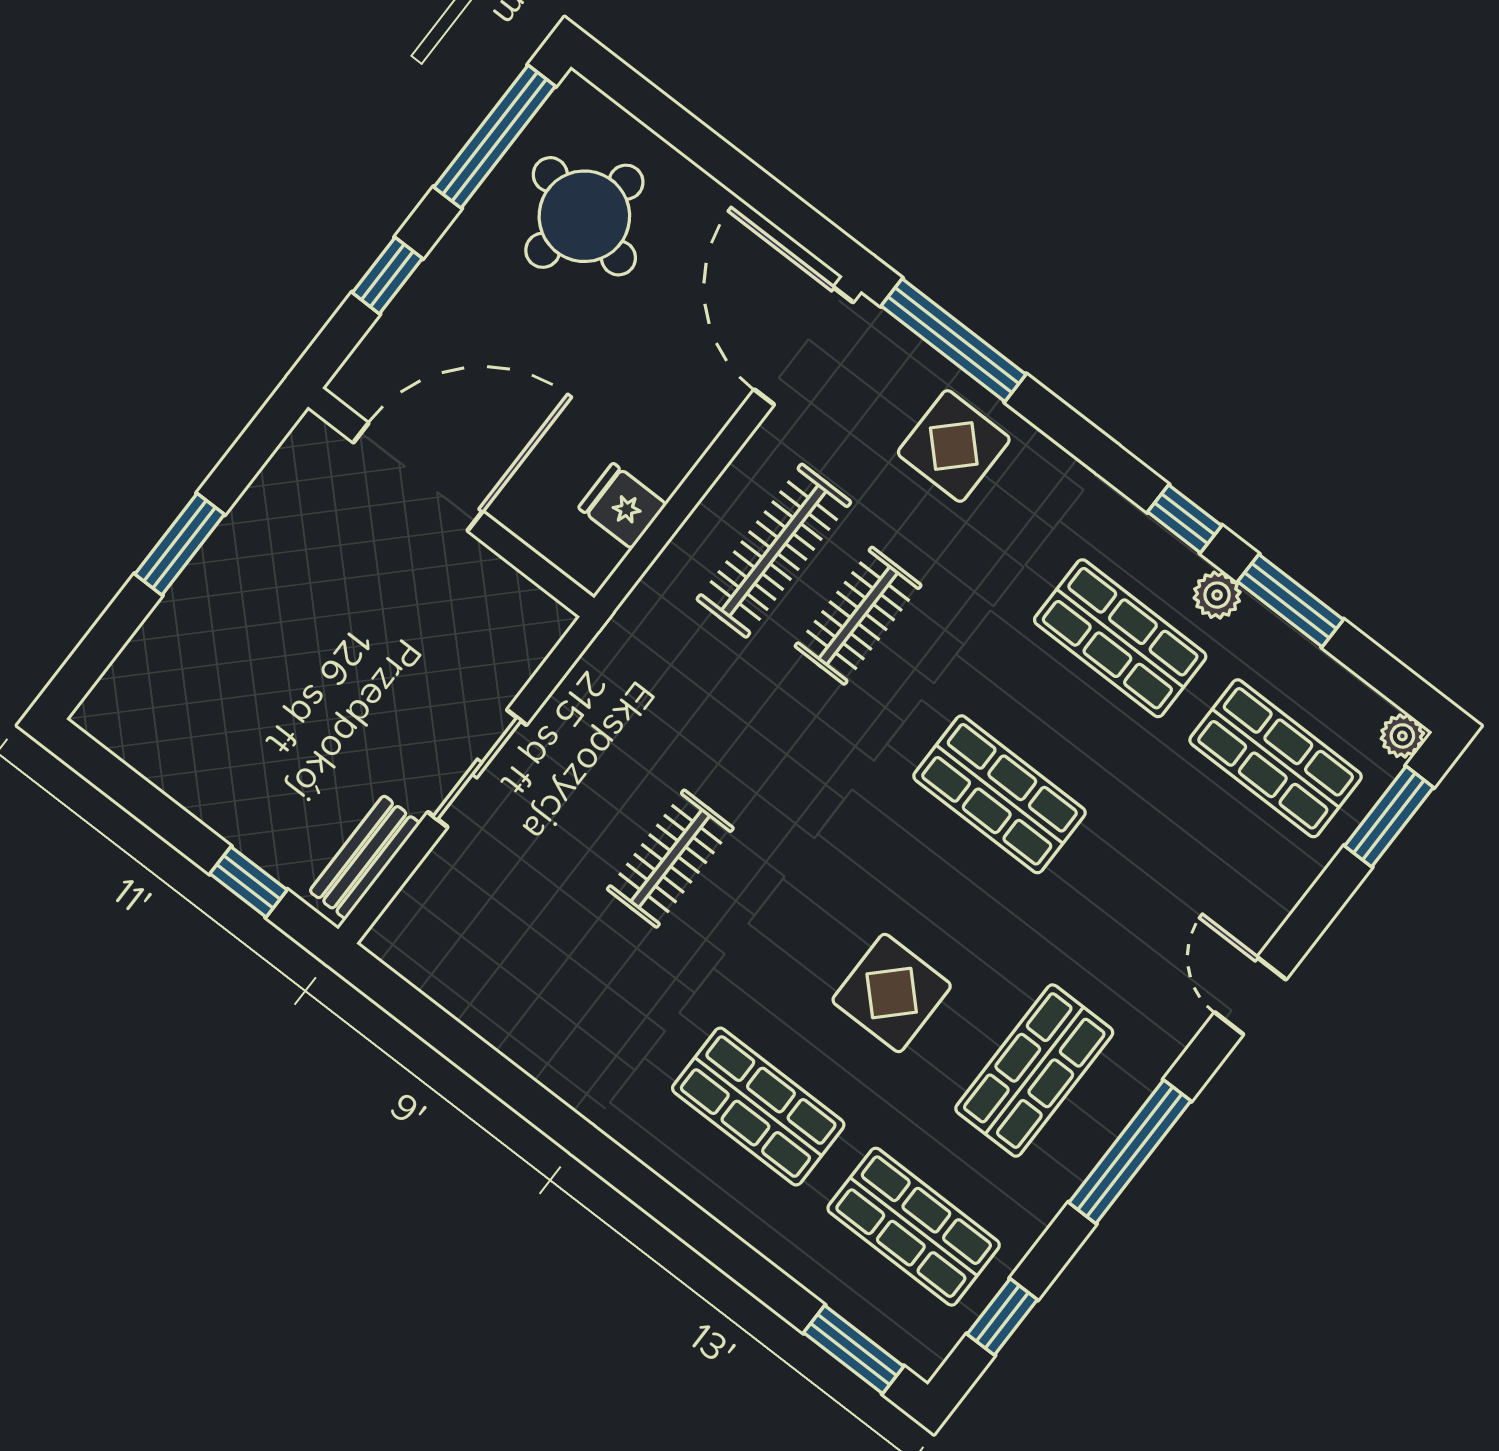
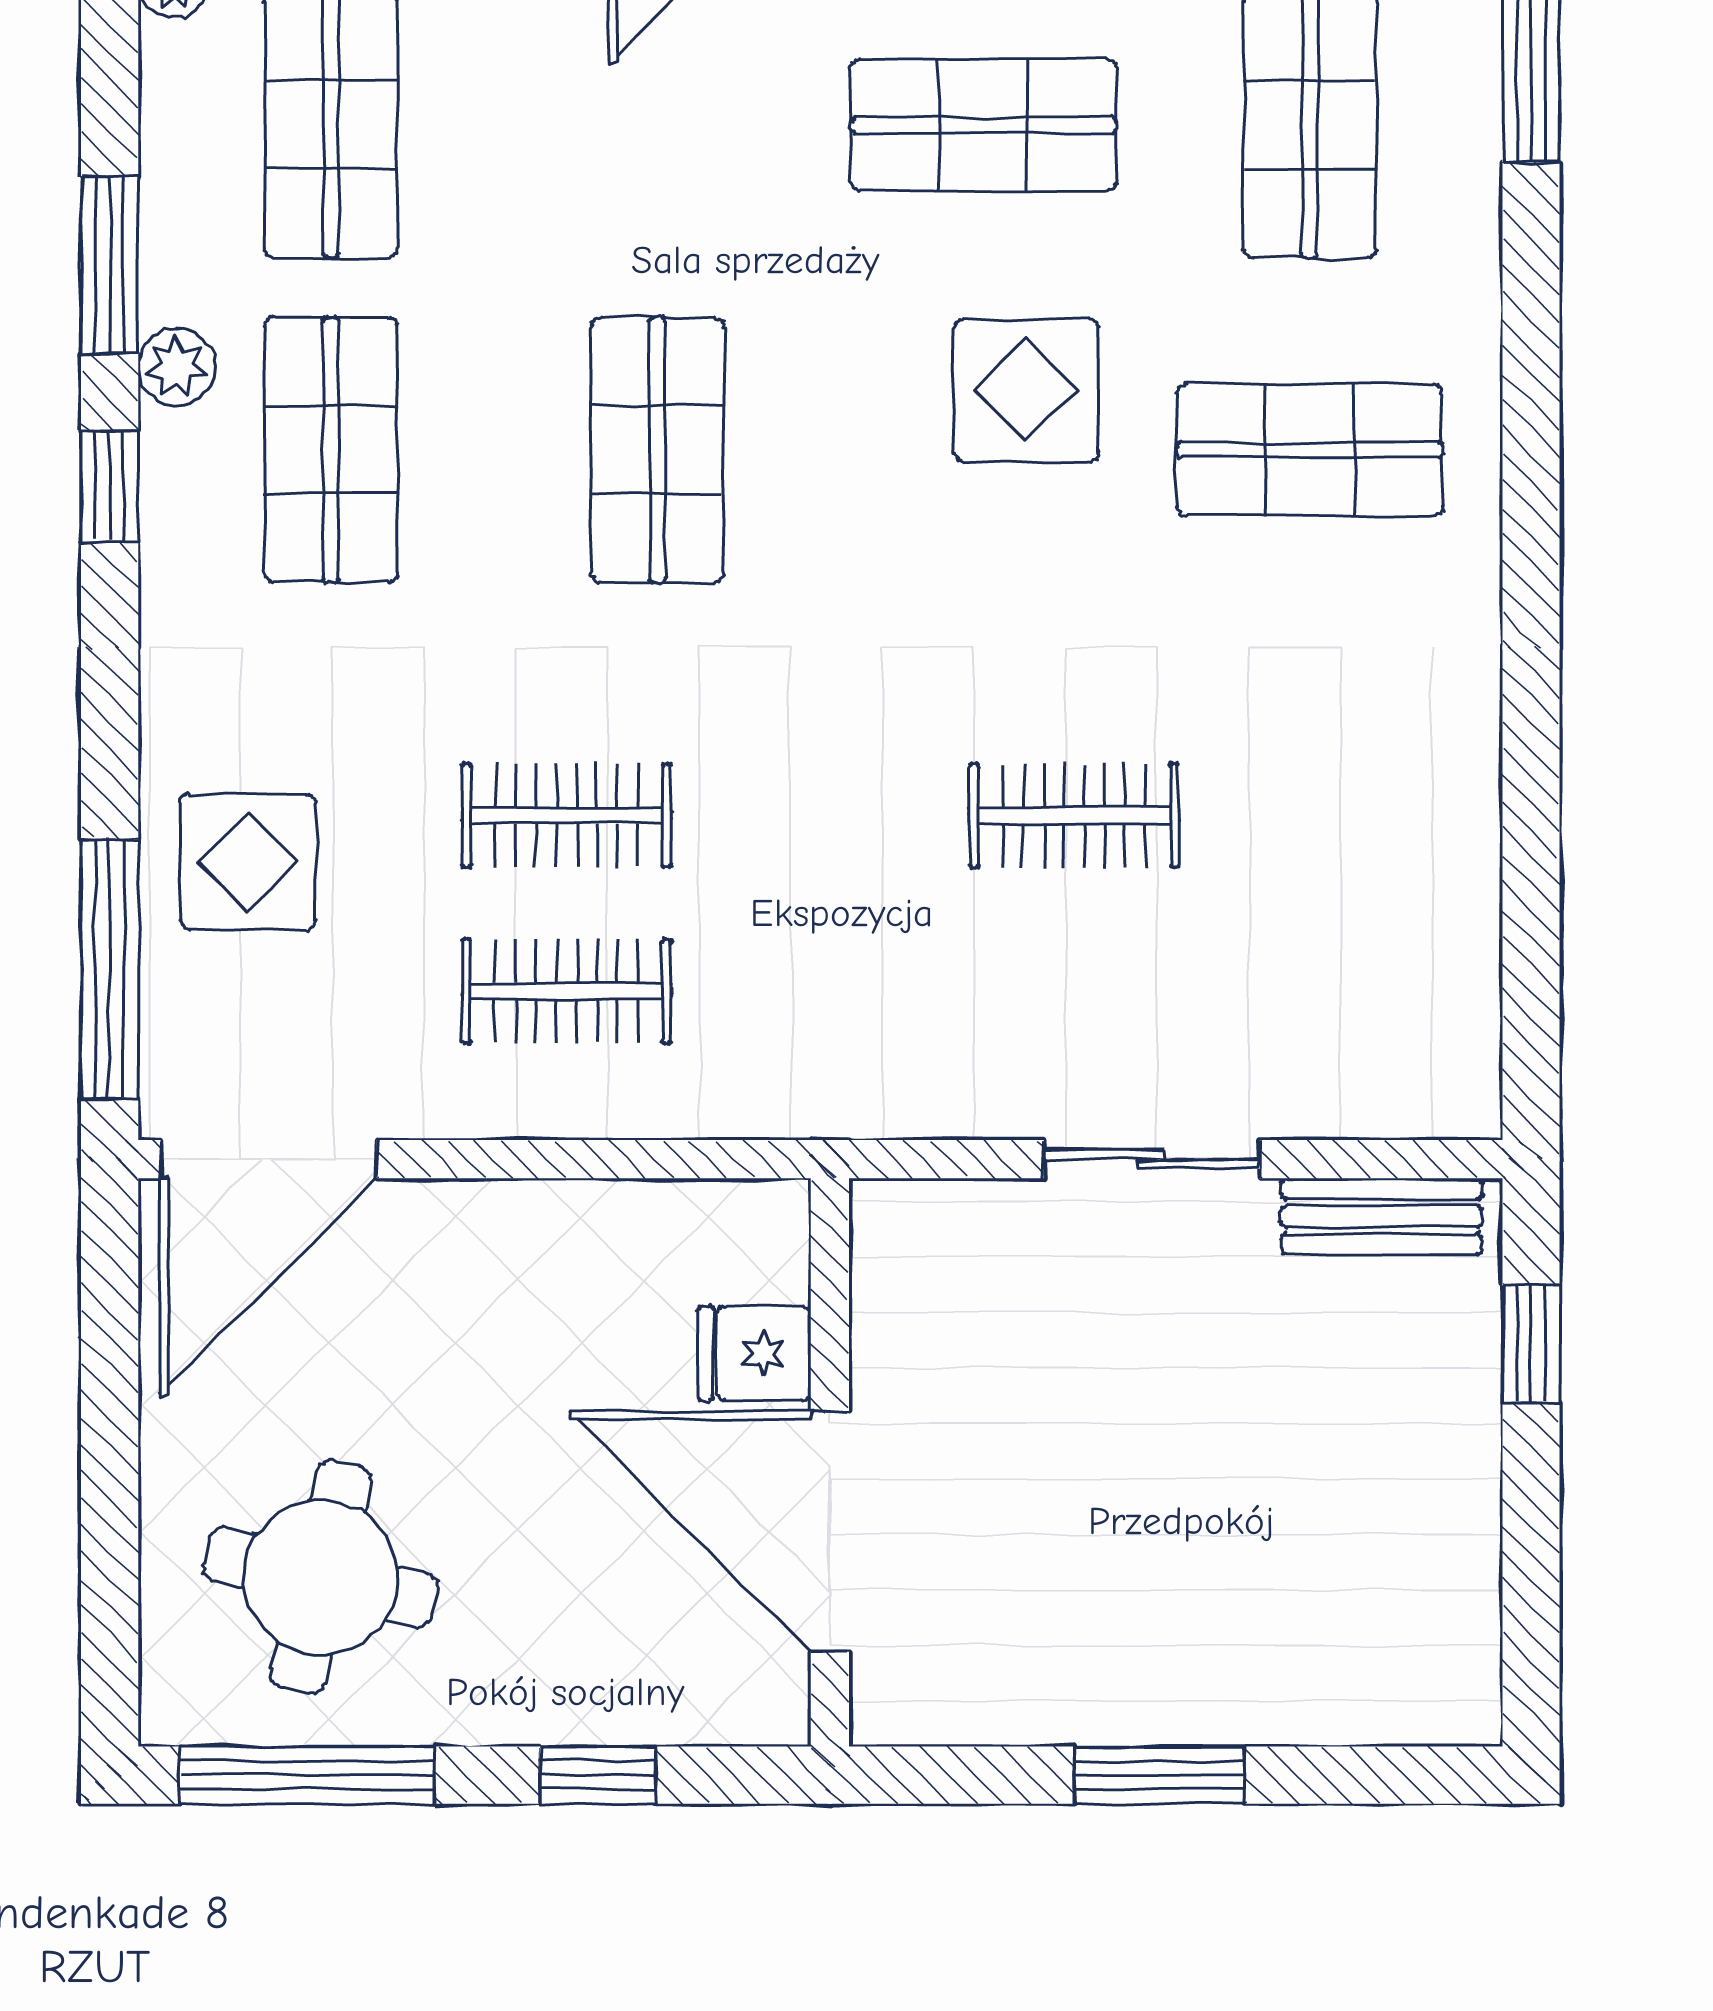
fridge: (622, 506) -> (754, 1354), moved, turned 90
clothes rail: (774, 551) -> (567, 991), width x0.73
shop shelf: (758, 1107) -> (1310, 450), turned 90

